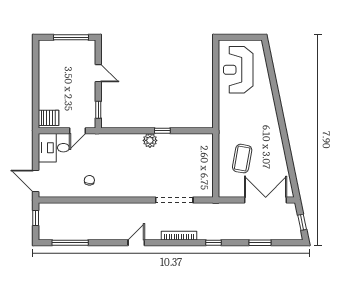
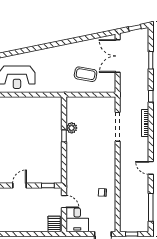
plant: (150, 140) -> (72, 128), moved
door: (136, 243) -> (151, 168), moved

